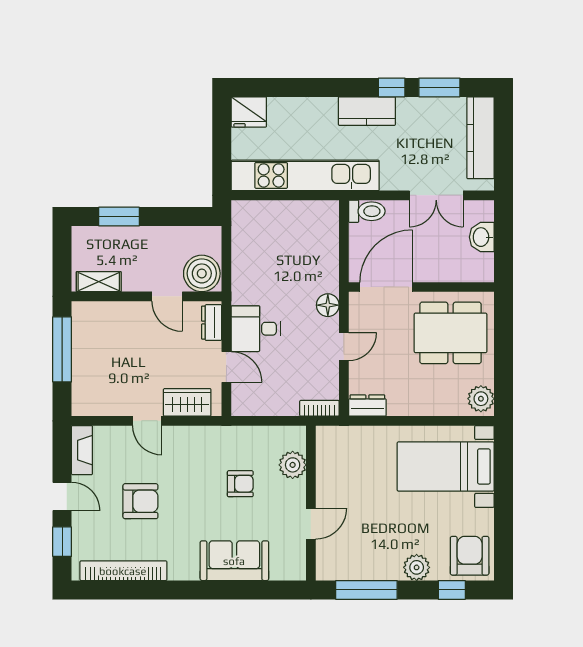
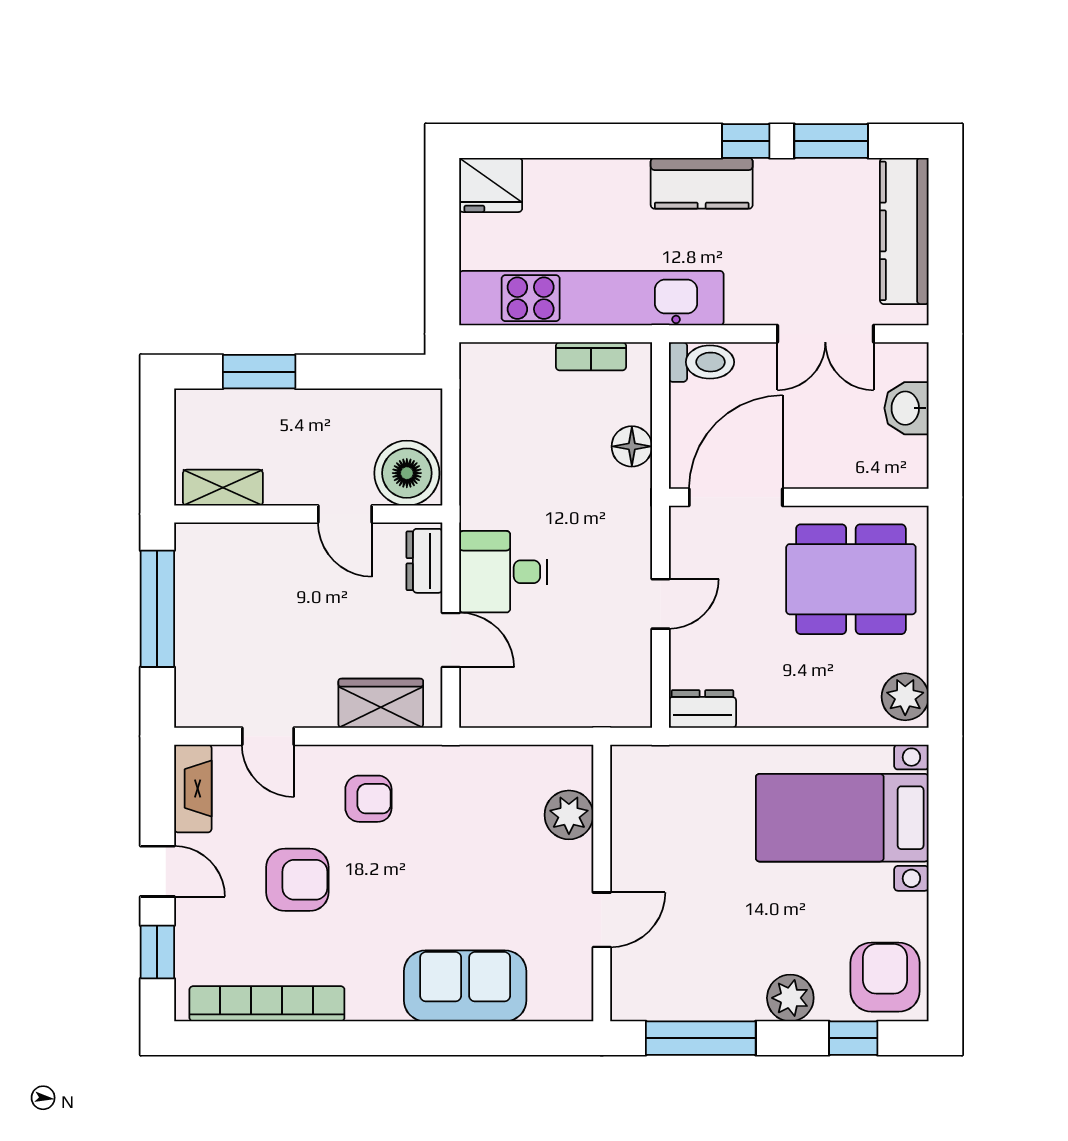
floor lamp: (328, 305) -> (632, 446), moved
bookcase: (319, 408) -> (591, 356), moved, turned 180
door: (147, 421) -> (268, 736), moved
armchair: (240, 484) -> (368, 799), moved

